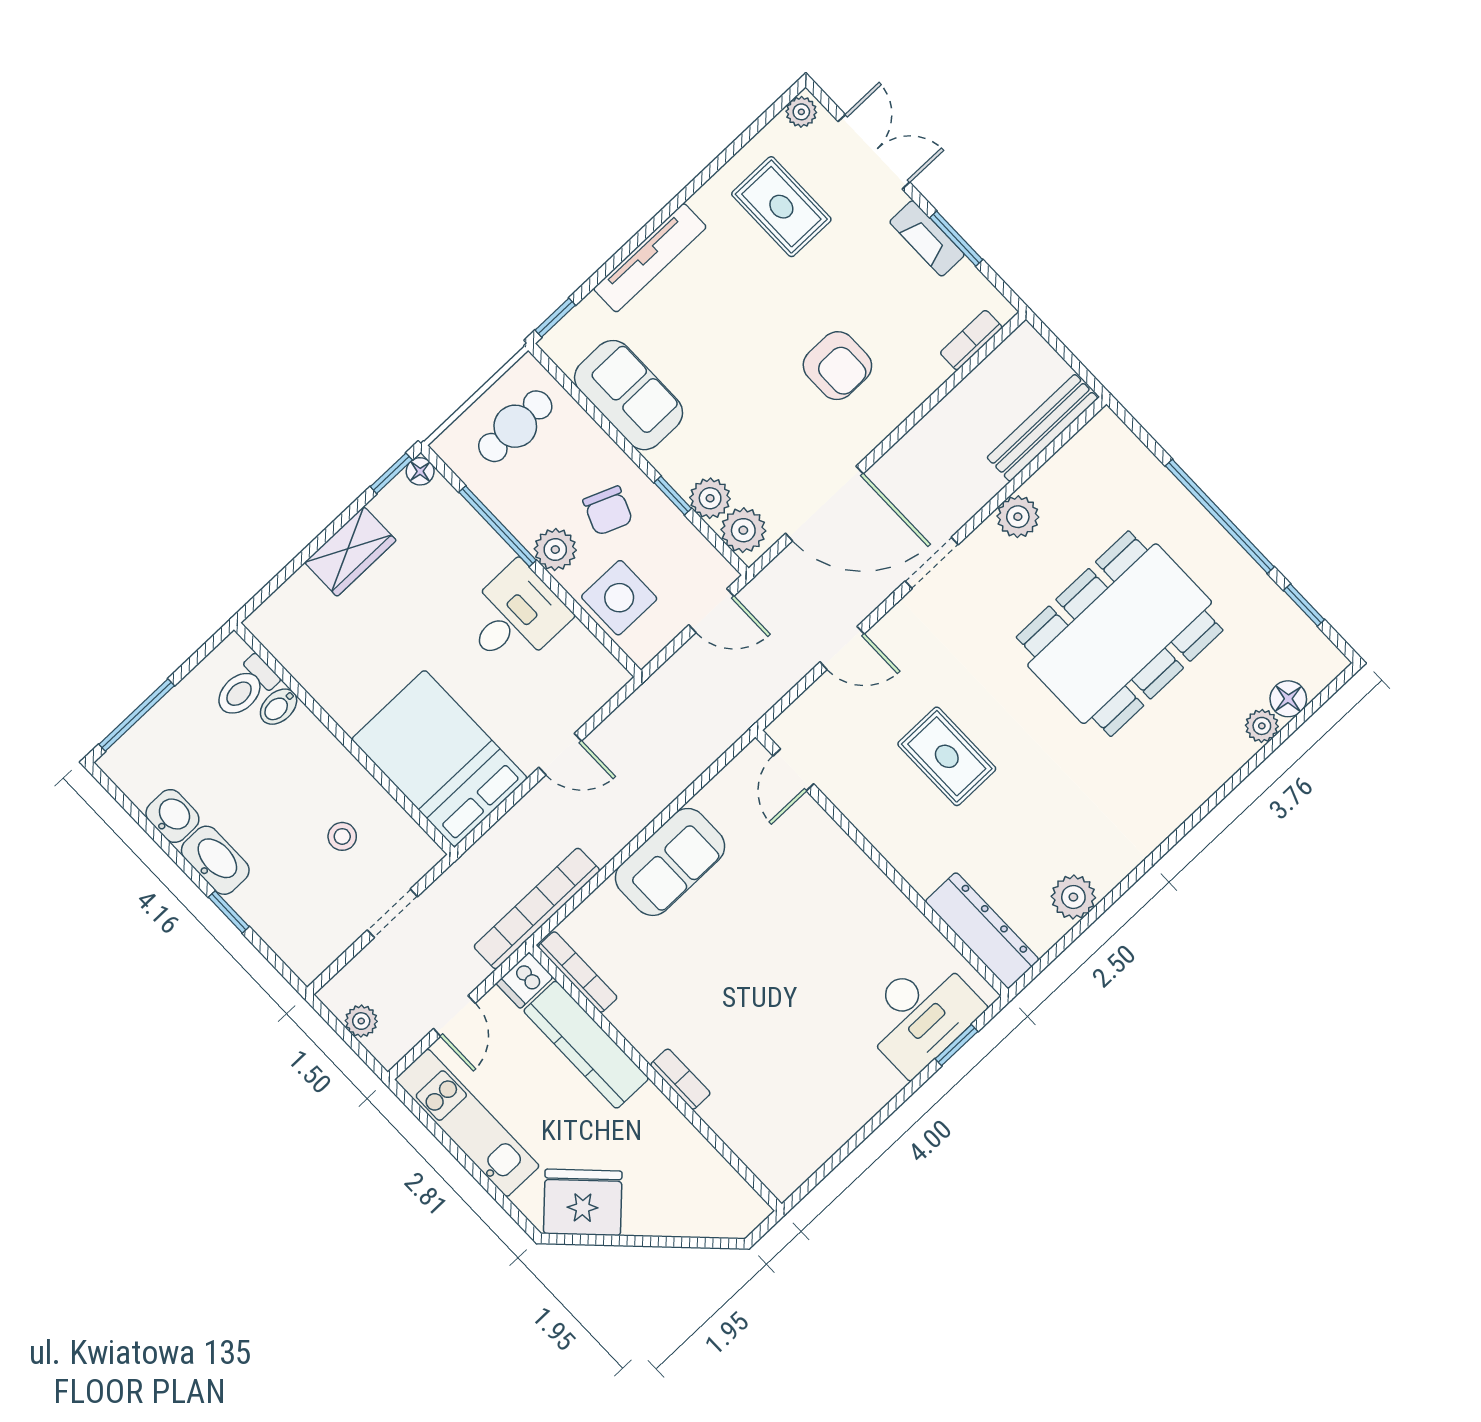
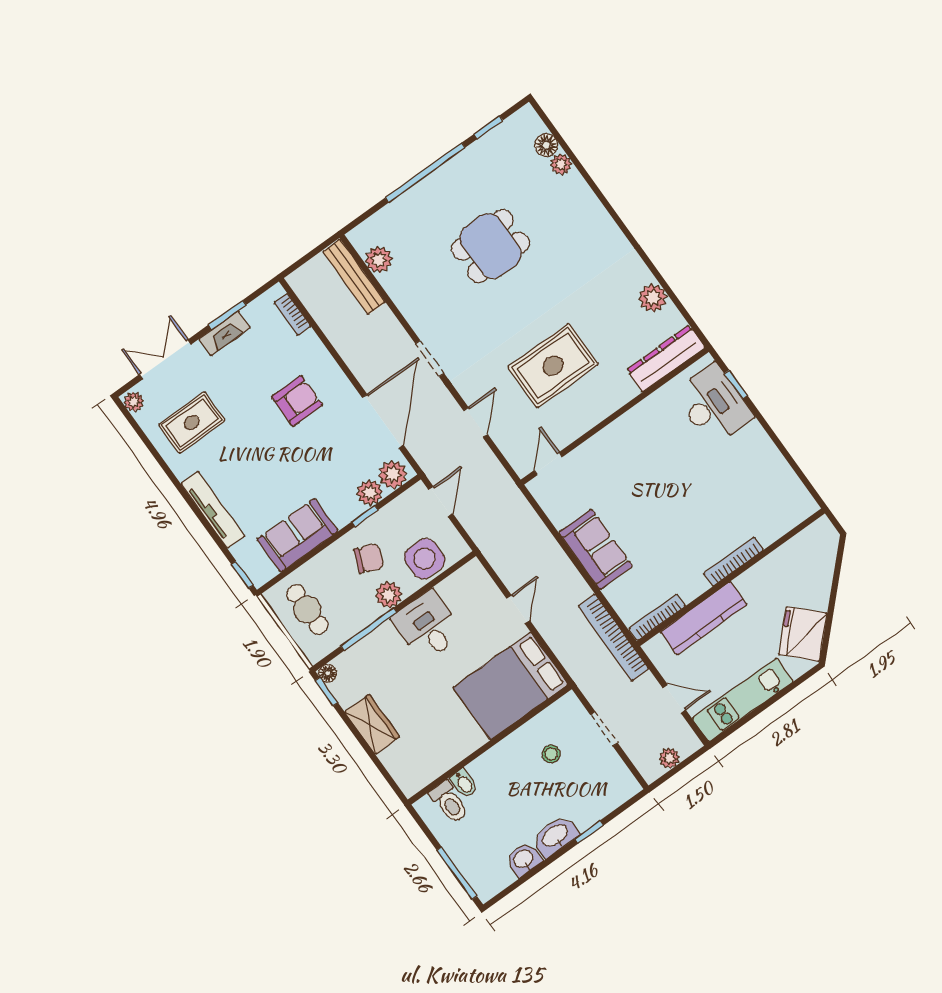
plant: (1018, 517) -> (379, 260), moved
dining table: (1120, 634) -> (491, 246), width x0.53, depth x0.80
rug: (947, 756) -> (553, 366), width x1.36, depth x1.43
door: (793, 770) -> (548, 464), swing flipped
dishwasher: (525, 980) -> (658, 651), removed
bookcase: (680, 1079) -> (734, 562), width x1.56

